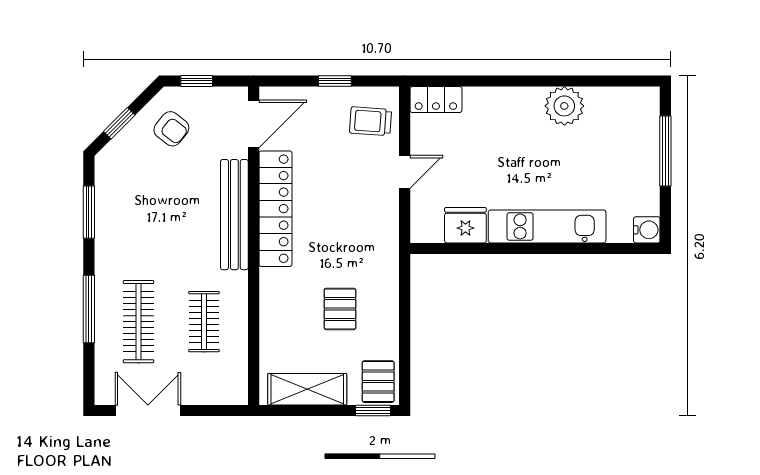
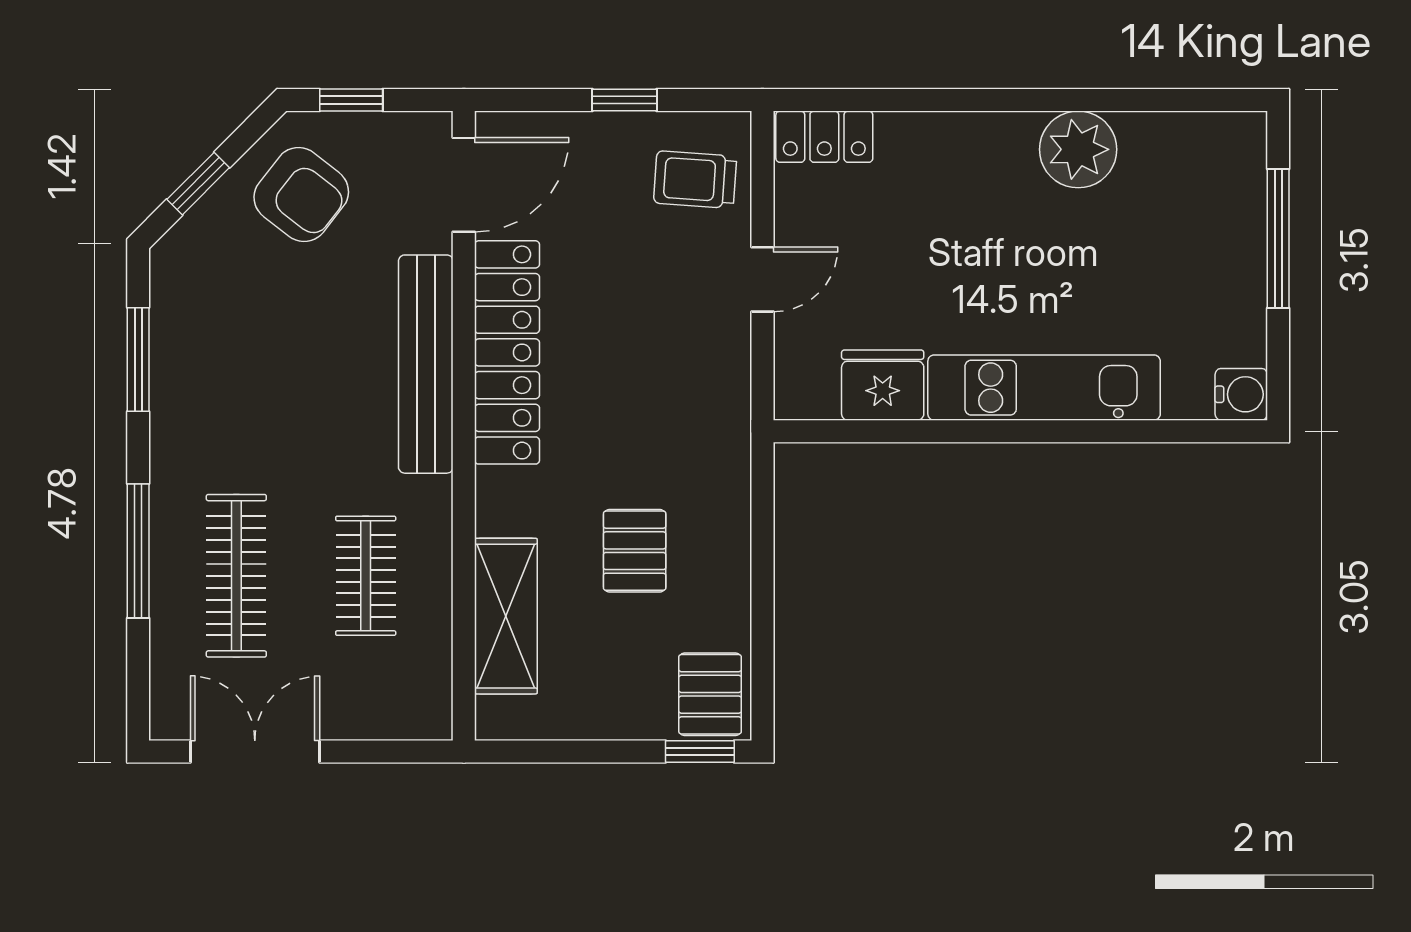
armchair: (171, 129) -> (301, 195), width x1.38, depth x1.38
shelving: (307, 389) -> (506, 616), moved, turned 90

